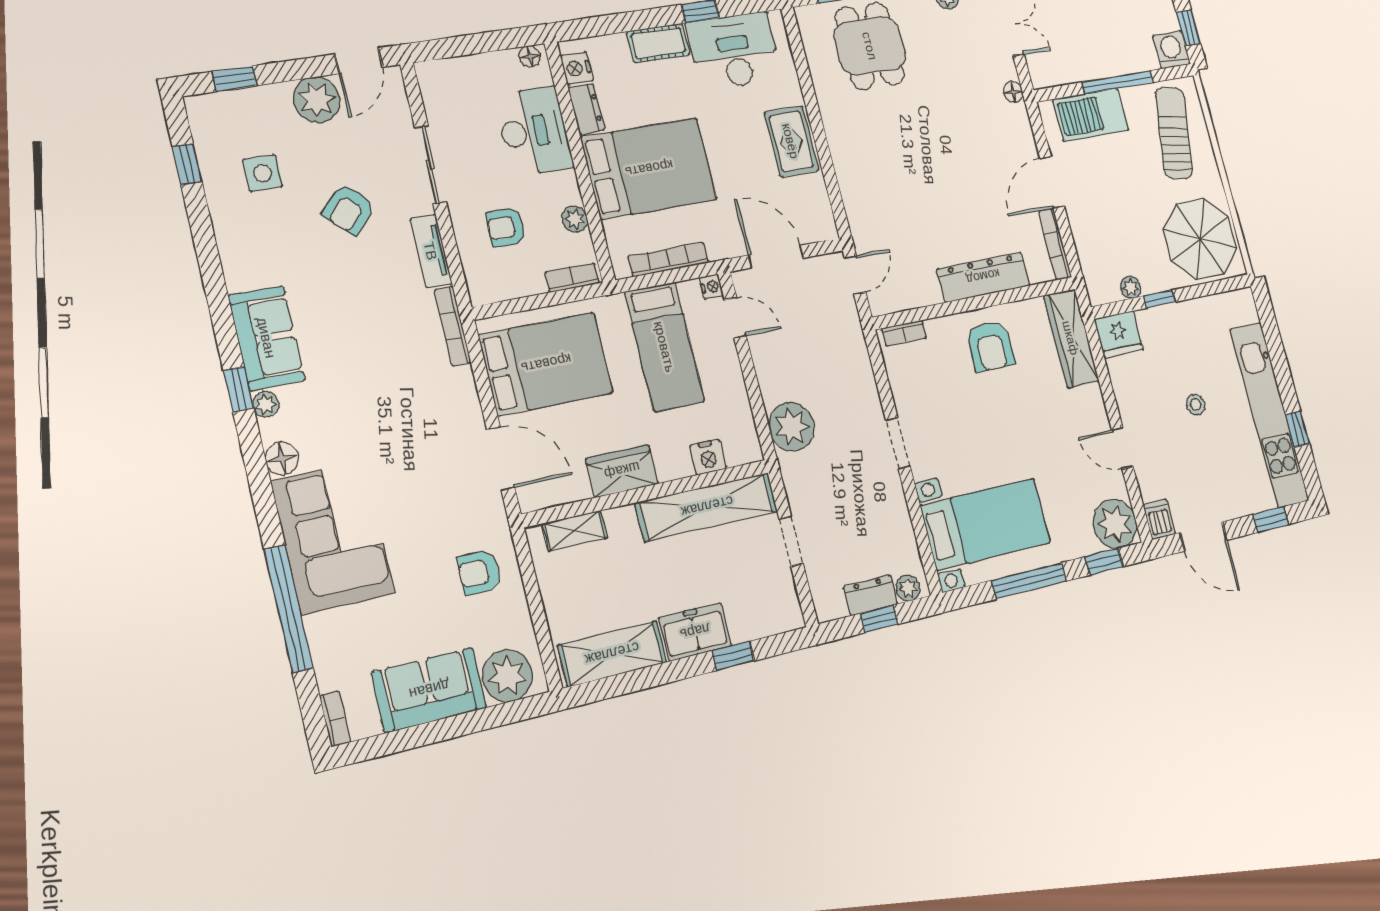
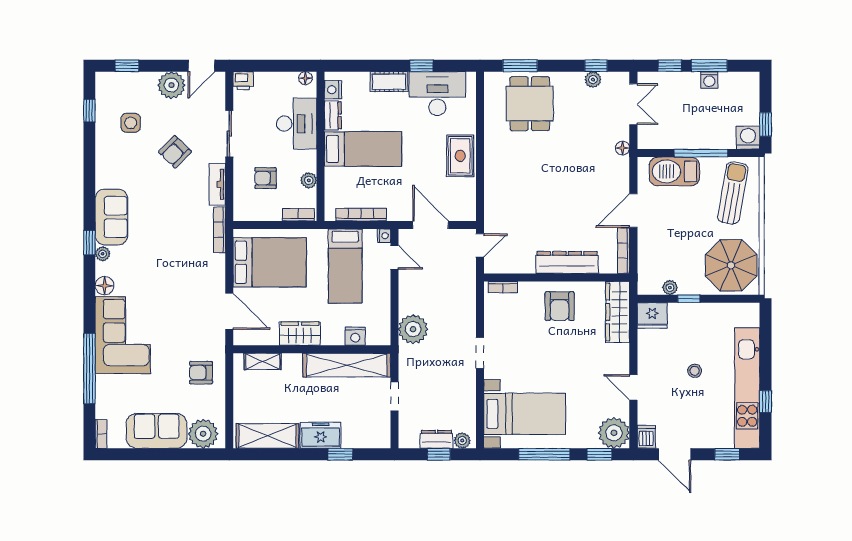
printer: (432, 75) -> (243, 81), added
bed: (649, 169) -> (363, 149), width x0.67

